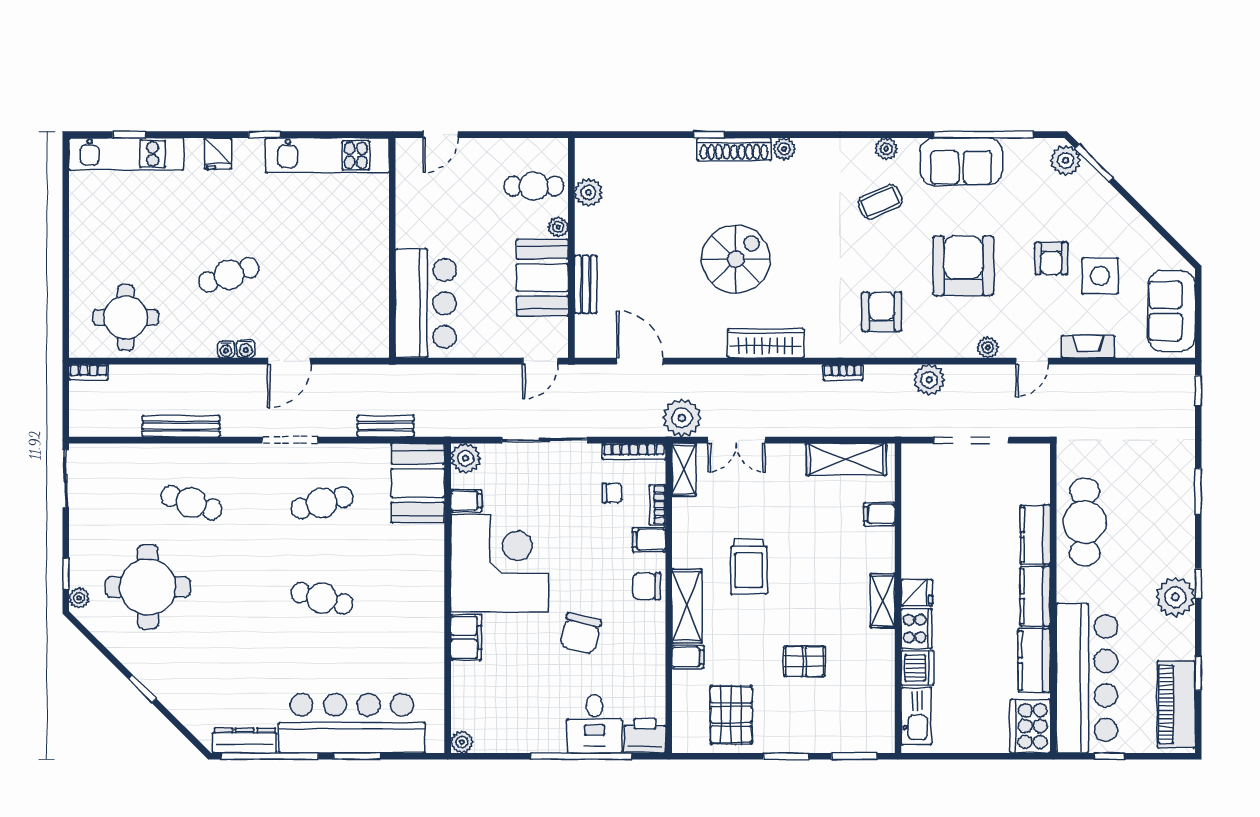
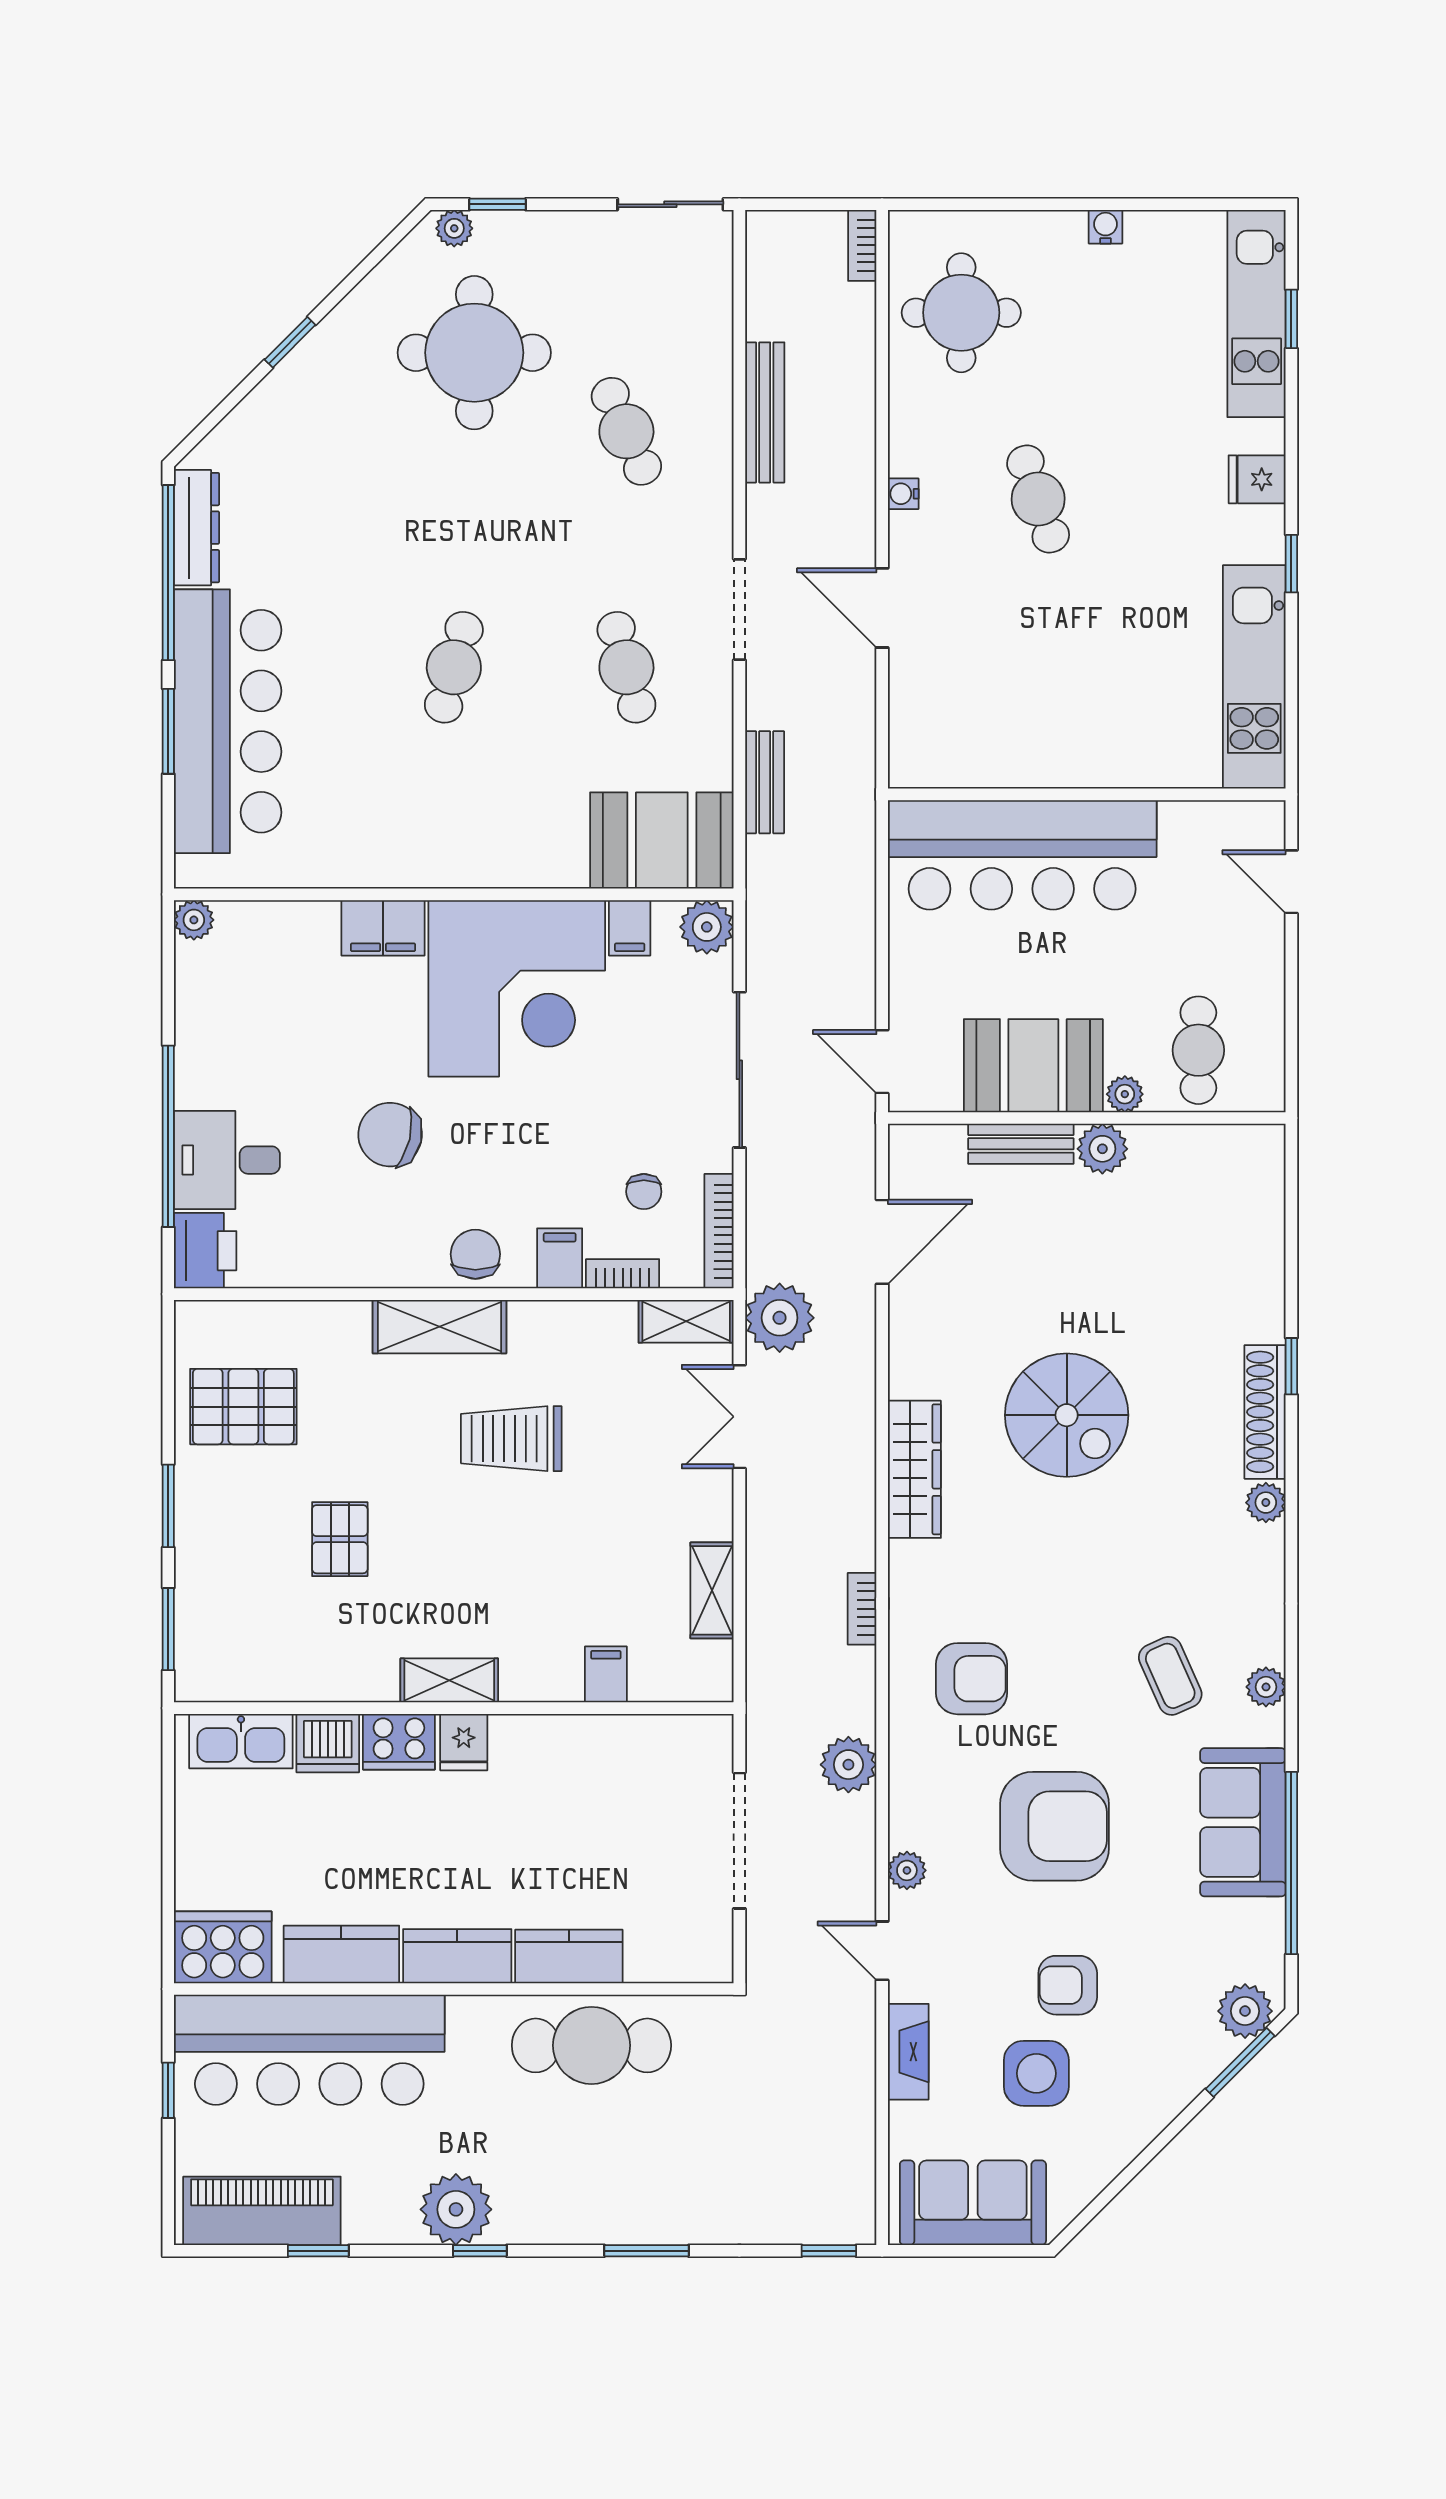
plant: (588, 192) -> (1102, 1149), moved
bar counter: (426, 303) -> (1022, 855), width x1.36
water cooler: (246, 349) -> (1106, 227), moved, turned 90
shelving: (846, 459) -> (712, 1590), width x0.67, depth x0.75
cafe table: (191, 503) -> (626, 431), turned -42
filing cabinet: (688, 657) -> (347, 1328), removed

